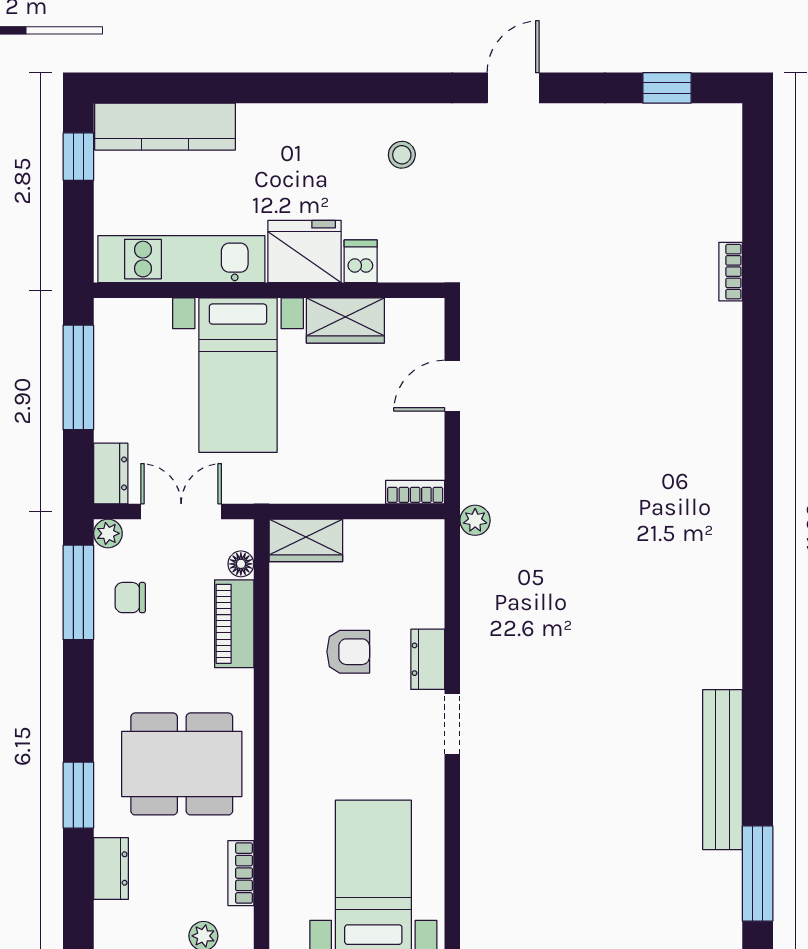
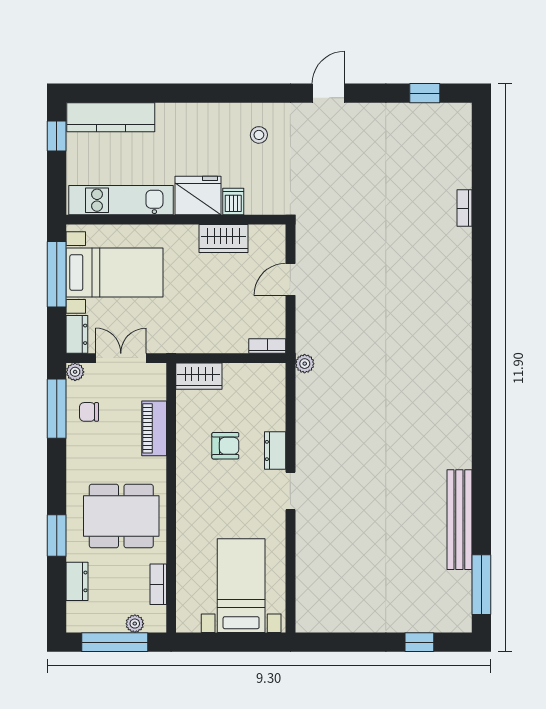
bed with nightstands: (238, 375) -> (114, 273), moved, turned -90
floor lamp: (241, 564) -> (158, 391), removed

